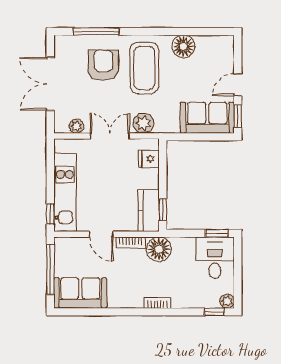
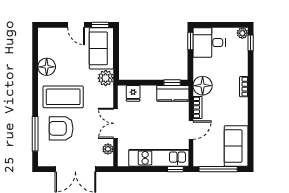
plant: (143, 123) -> (106, 78), moved

